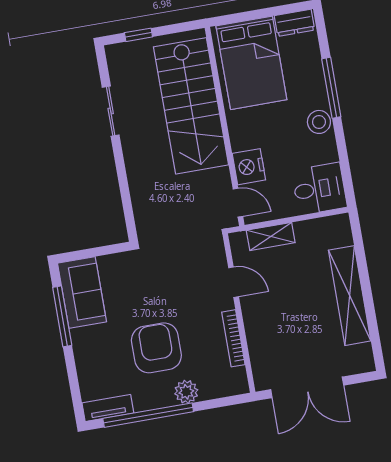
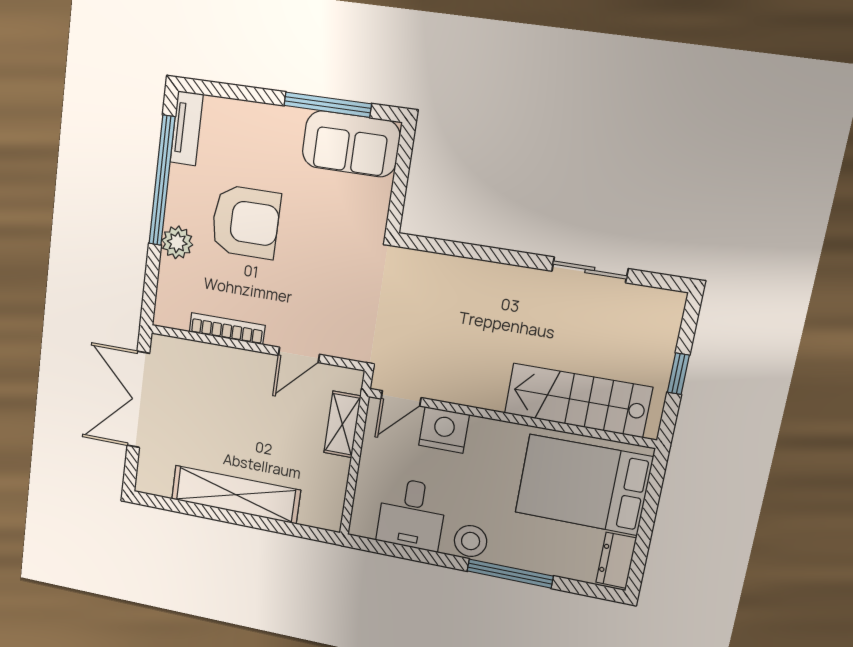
window: (138, 35) -> (678, 374), moved
stairs: (191, 106) -> (578, 400), width x0.73, depth x0.66
desk: (319, 189) -> (412, 514), moved

